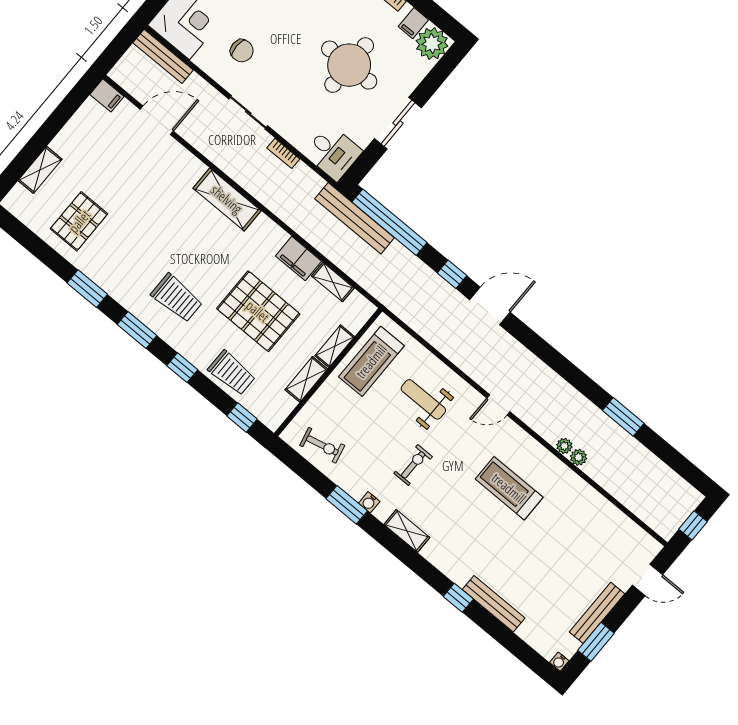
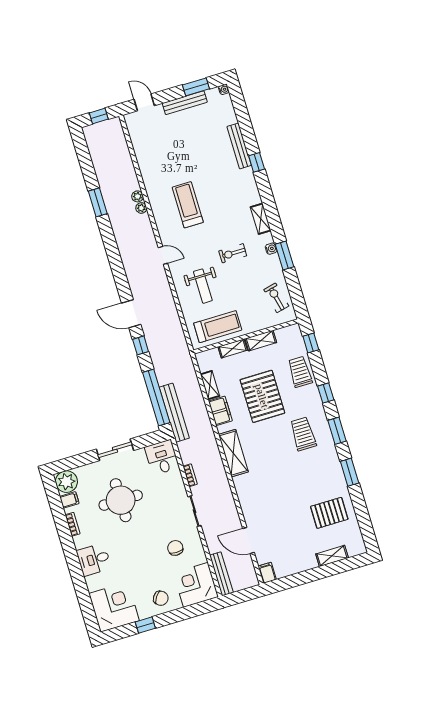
shelving: (227, 199) -> (233, 453), moved
treadmill: (509, 488) -> (188, 205), turned 180

